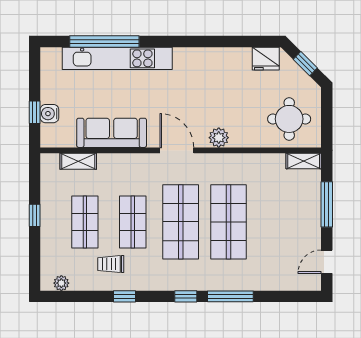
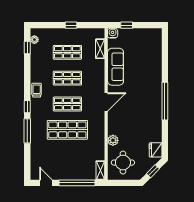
window: (104, 41) -> (165, 101), moved
kitchen unit: (117, 58) -> (156, 70), removed
water cooler: (49, 114) -> (113, 33), moved
plant: (219, 138) -> (113, 140), moved
window: (327, 204) -> (77, 183), width x1.46
shop shelf: (181, 222) -> (67, 104), width x0.70, depth x0.74
trolley: (111, 264) -> (37, 90), moved
window: (124, 296) -> (27, 47), moved

